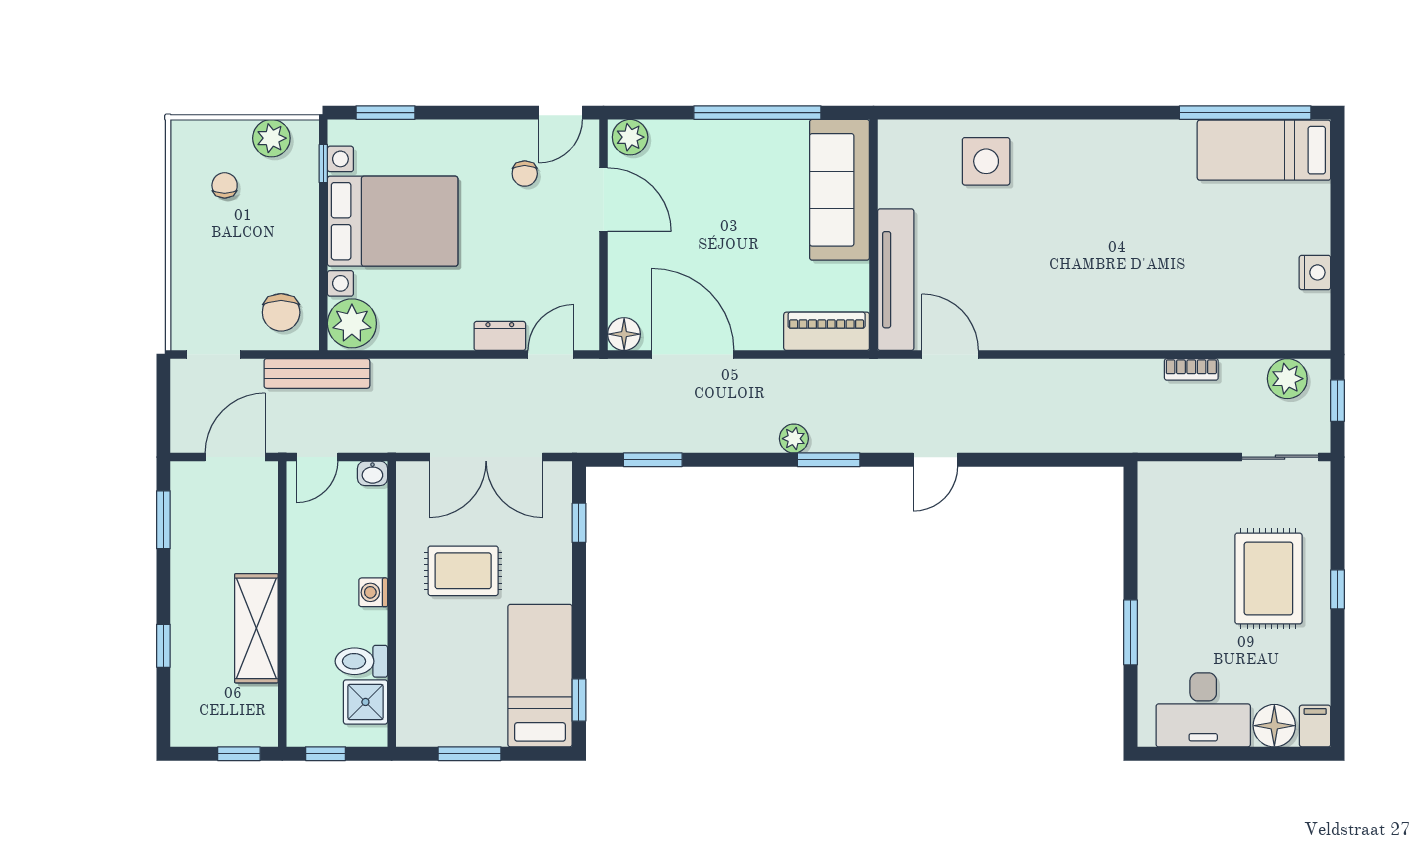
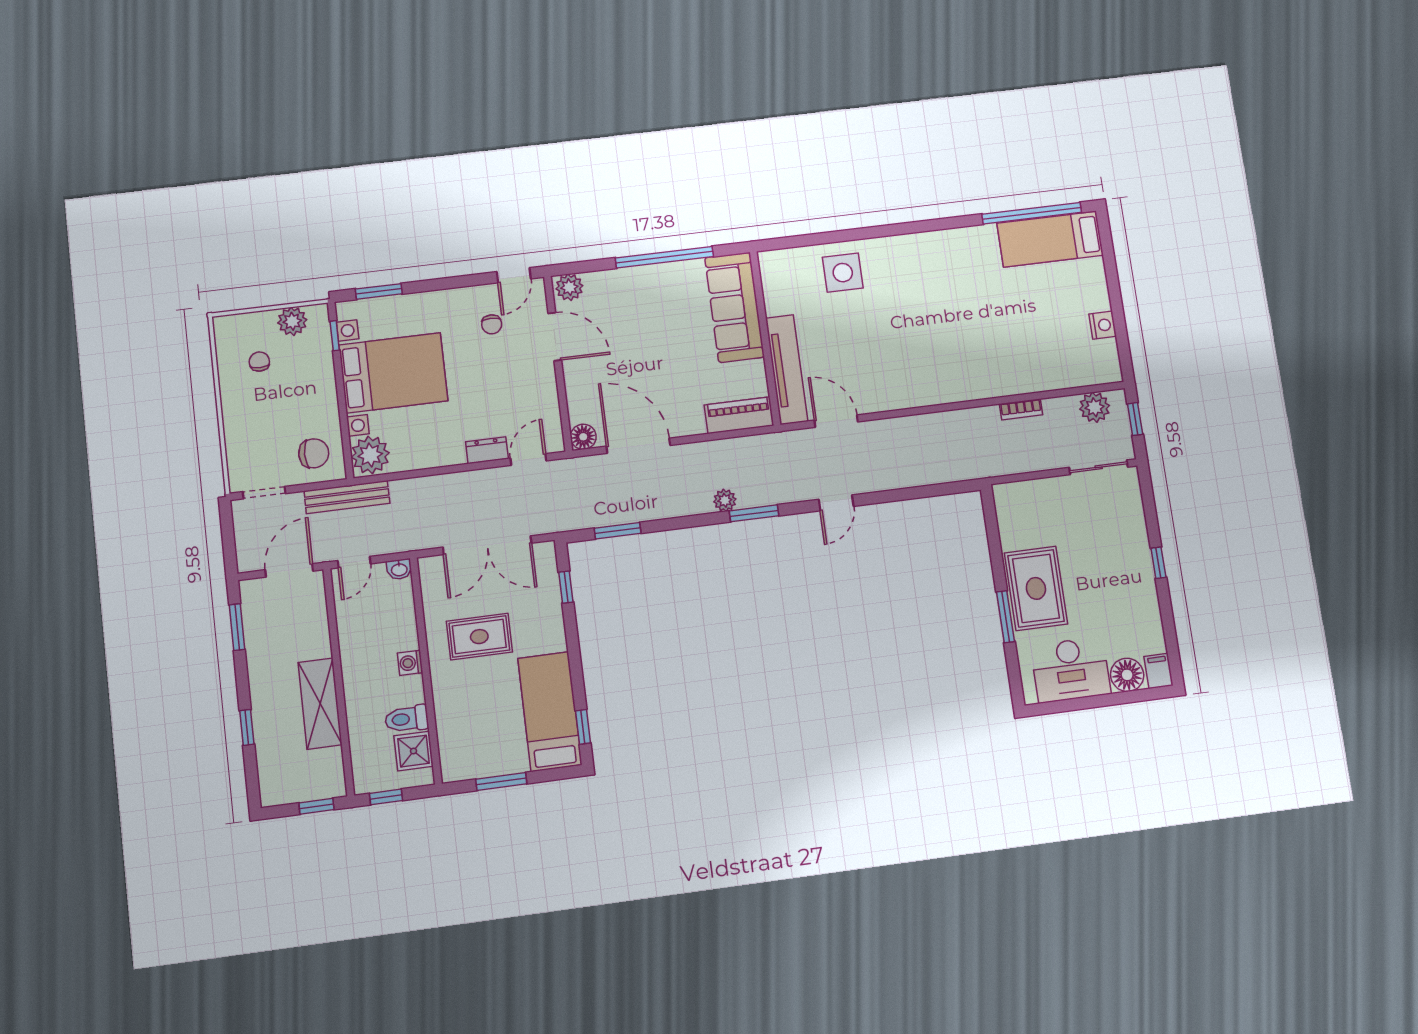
chair: (281, 312) -> (314, 453), turned -90
rug: (1268, 579) -> (1036, 588), moved

